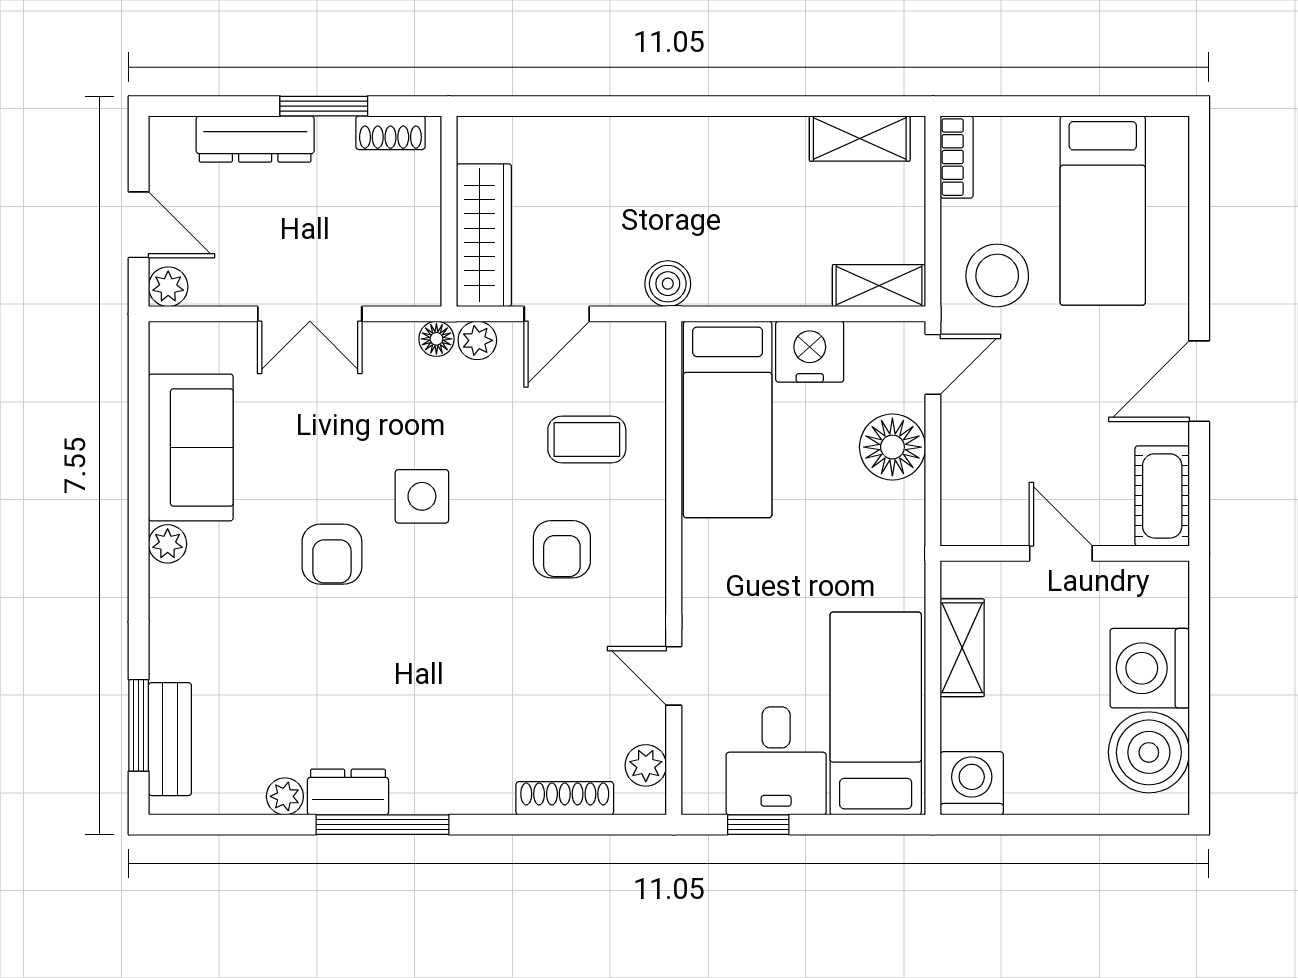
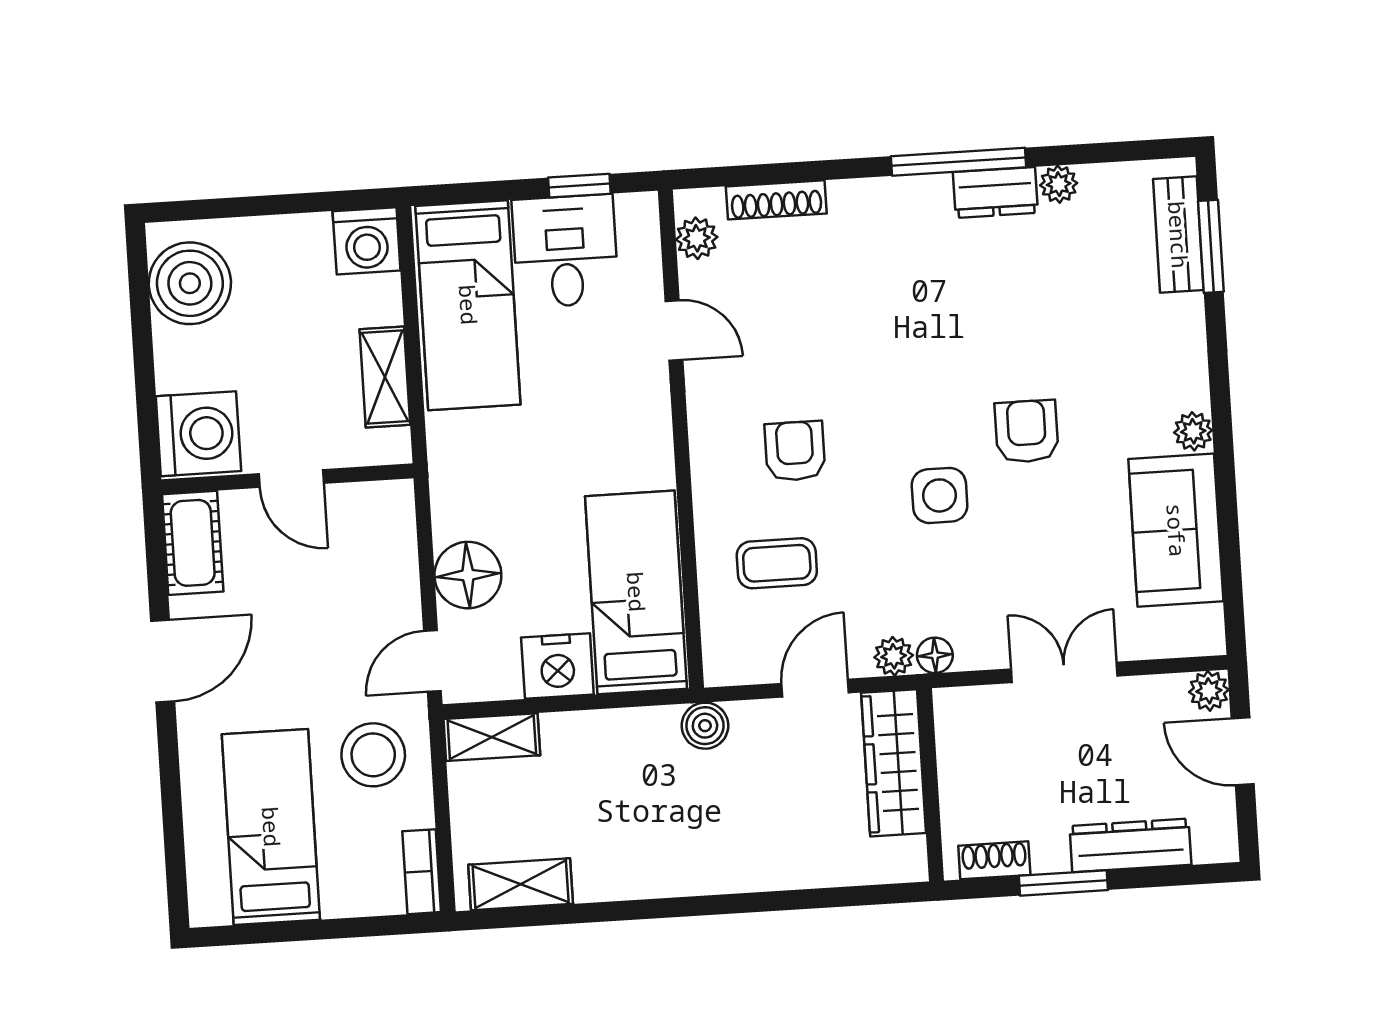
washing machine: (1150, 668) -> (198, 434), moved

